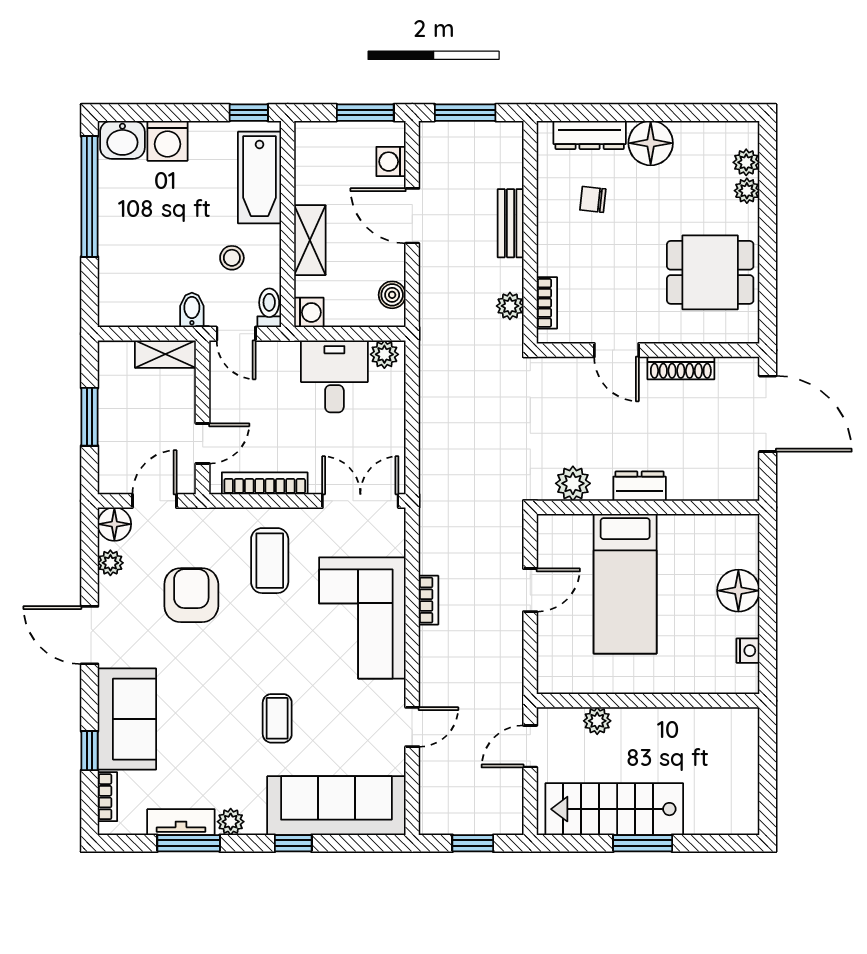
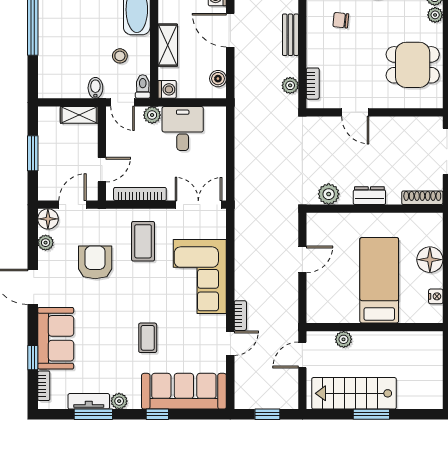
plant: (384, 354) -> (152, 115), moved
shoe rack: (681, 368) -> (422, 198), moved, turned 180
bed: (625, 584) -> (379, 280), moved, turned 180
bookcase: (429, 600) -> (240, 316), moved

